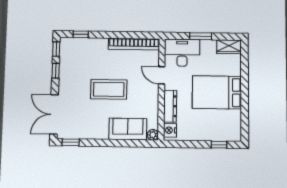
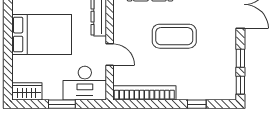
window: (81, 34) -> (197, 104), moved

